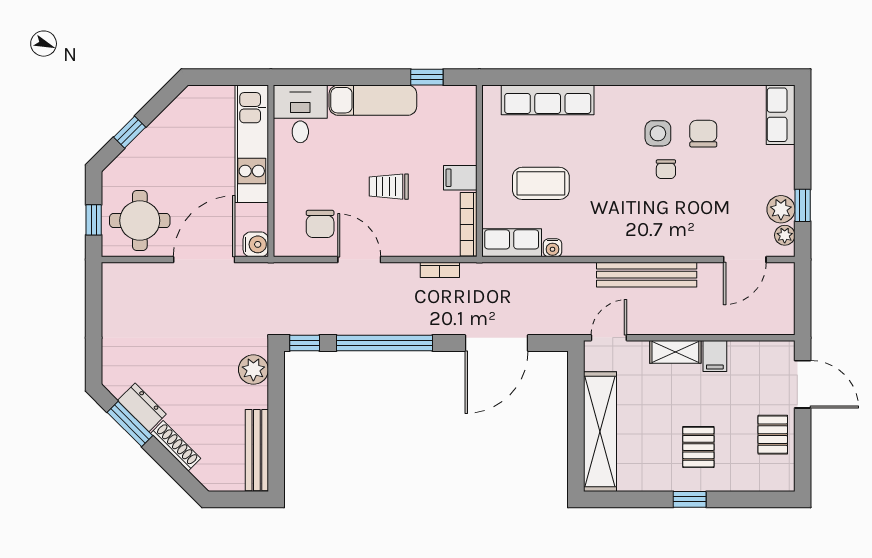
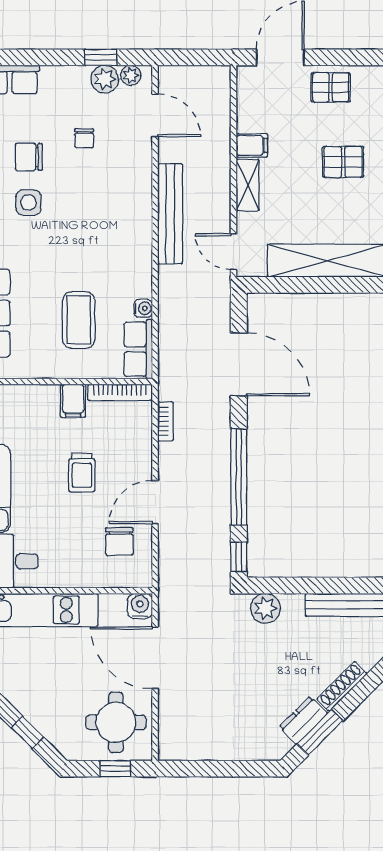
chair: (666, 169) -> (84, 138), moved, turned 90
chair: (320, 224) -> (119, 541), turned 90

